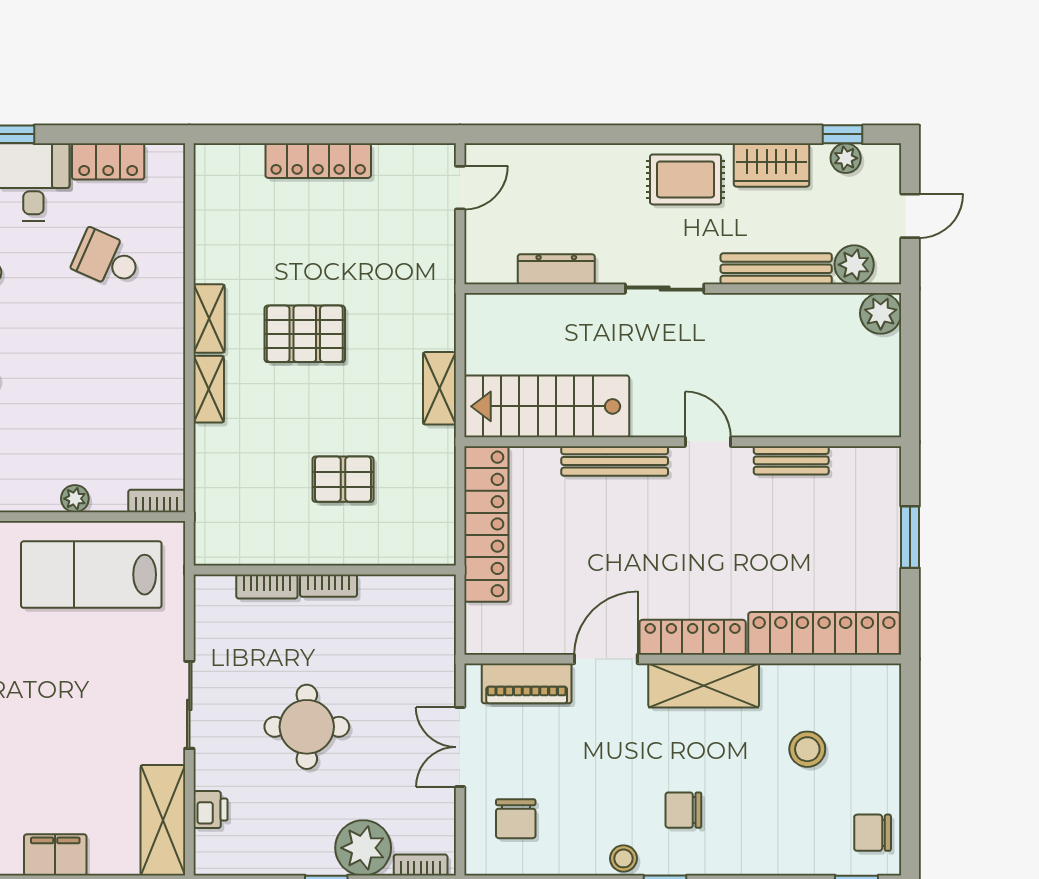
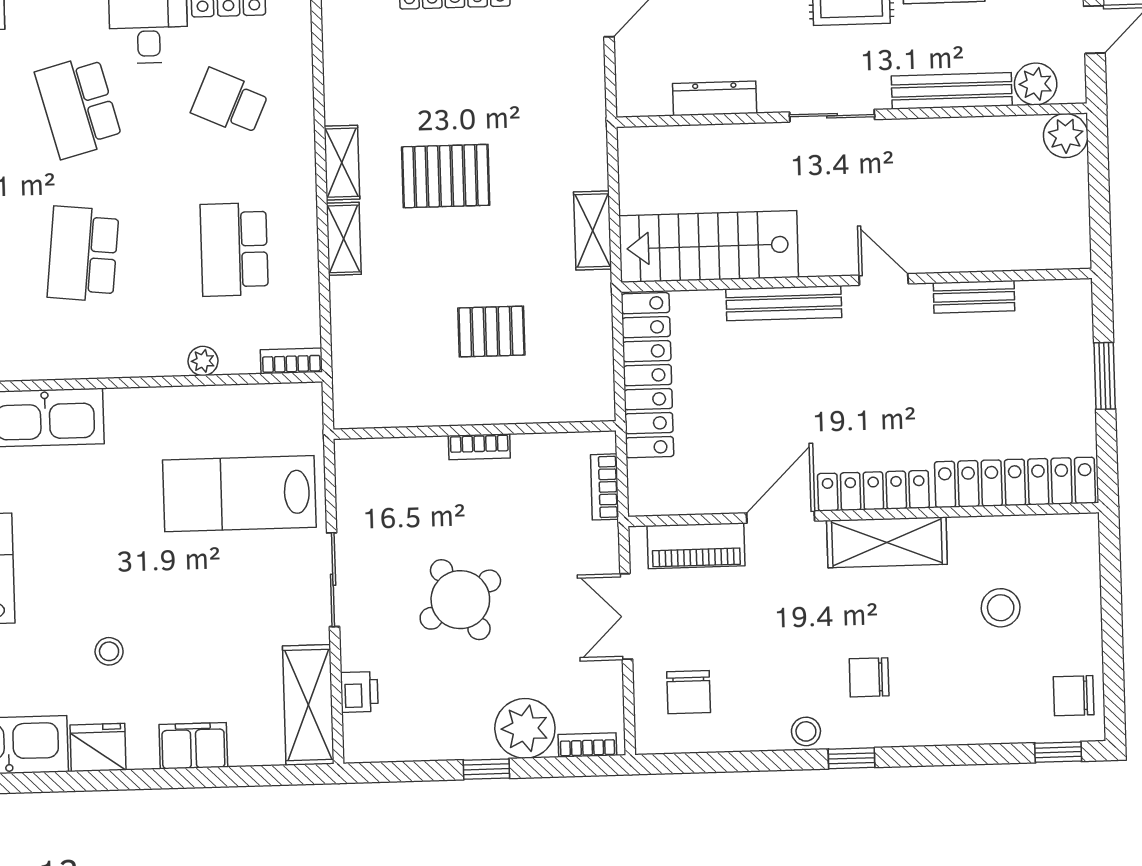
school desk: (107, 396) -> (234, 249), added
lab bench: (91, 575) -> (239, 494), moved
bookcase: (267, 586) -> (605, 487), moved, turned 90
round table: (307, 727) -> (460, 600), turned -31

